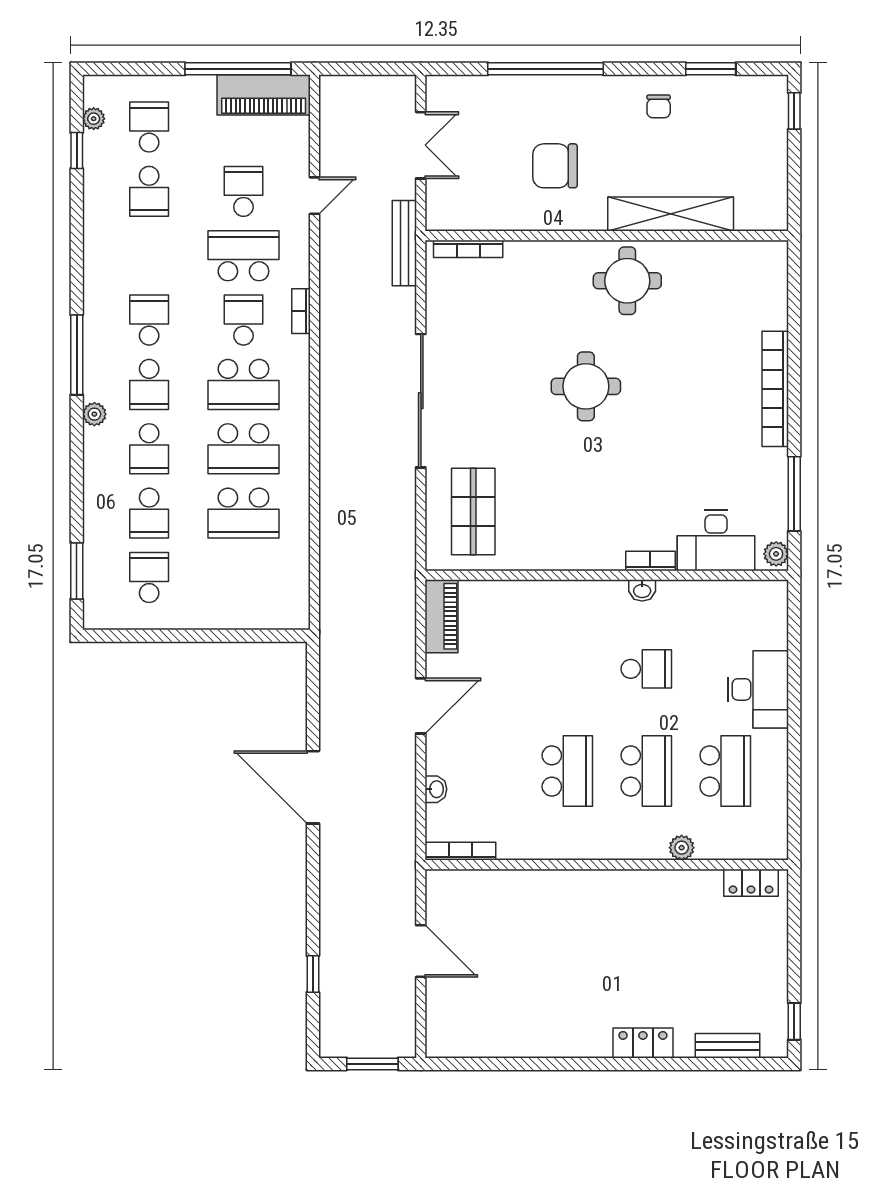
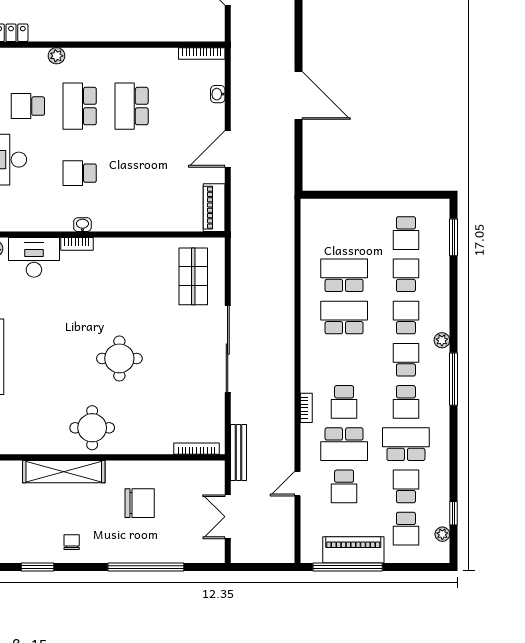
piano: (264, 95) -> (353, 550), moved
school desk: (243, 384) -> (406, 444), moved
school desk: (725, 771) -> (28, 106), width x0.54

